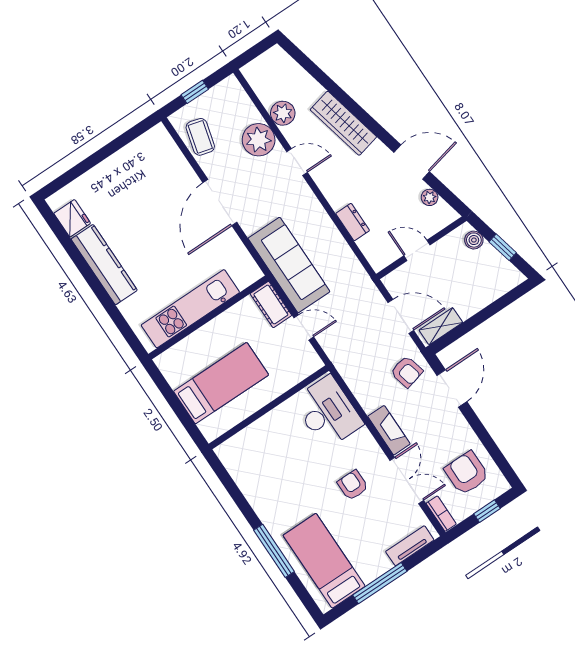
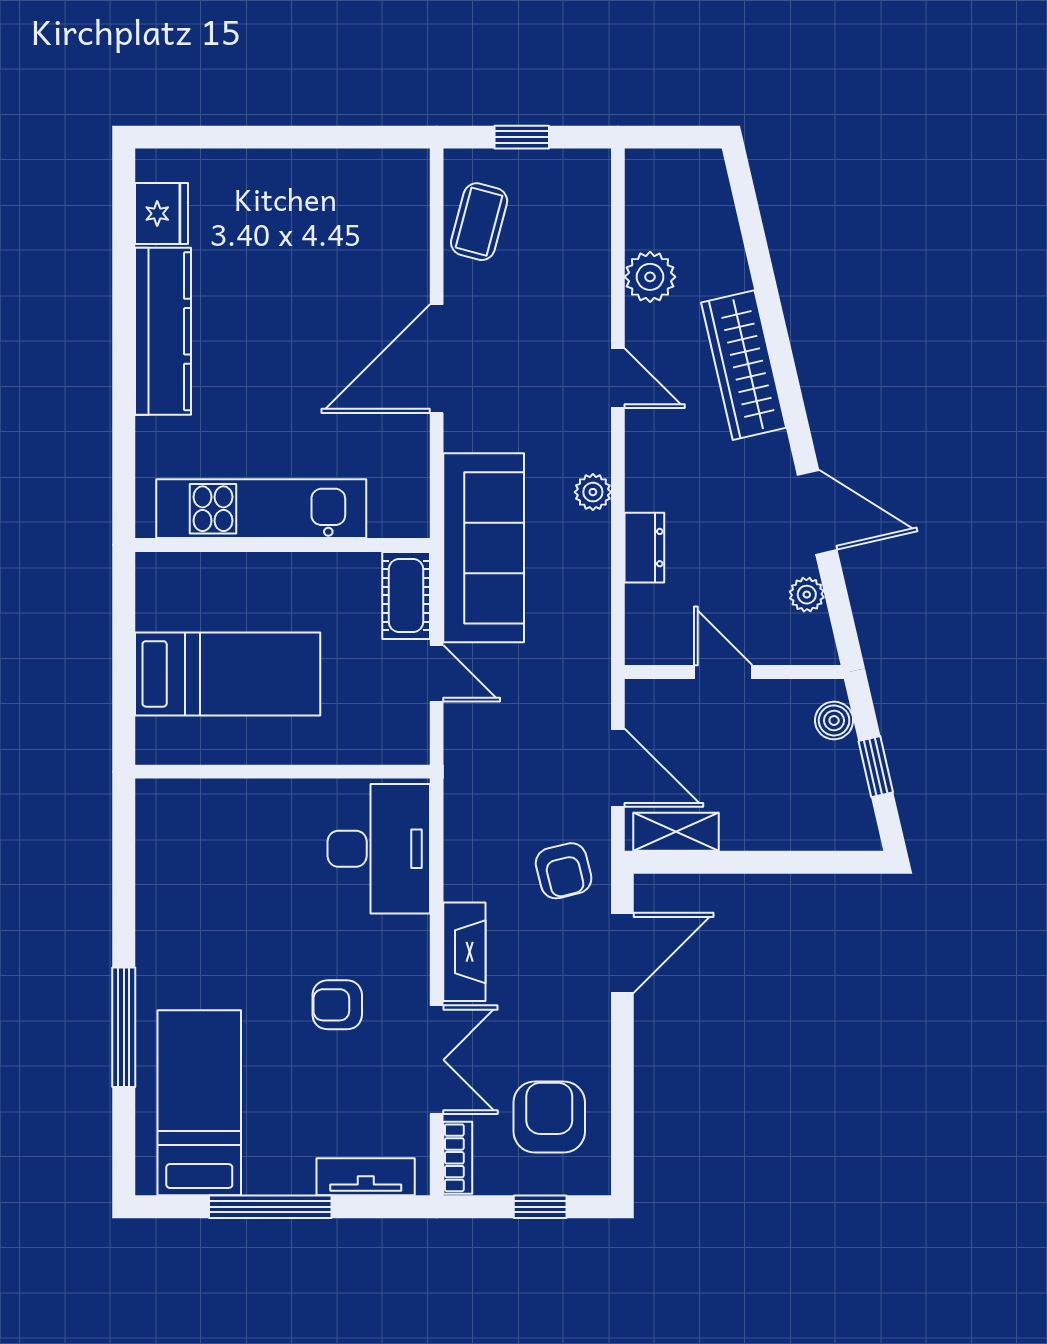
plant: (259, 140) -> (593, 492), moved, width x0.53, depth x0.53
armchair: (353, 485) -> (337, 1005), turned -90

